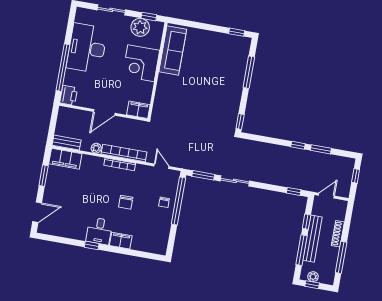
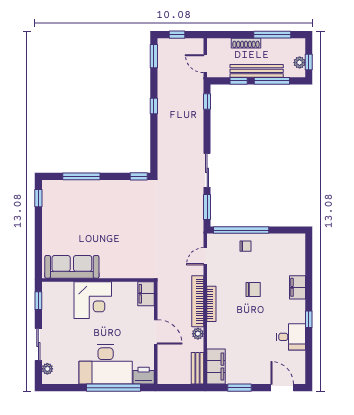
plant: (140, 27) -> (47, 369), moved, width x0.53, depth x0.53
desk: (87, 48) -> (106, 364), moved
window: (321, 149) -> (154, 56), moved
desk: (99, 231) -> (291, 337), moved

